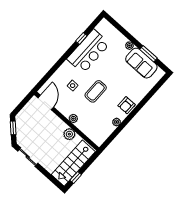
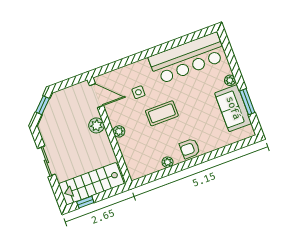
window: (81, 38) -> (178, 42), removed
bar counter: (88, 51) -> (187, 58), width x1.36
door: (46, 102) -> (96, 96), hinge flipped
plant: (69, 134) -> (96, 125), moved
sliding door: (28, 157) -> (46, 161), moved

